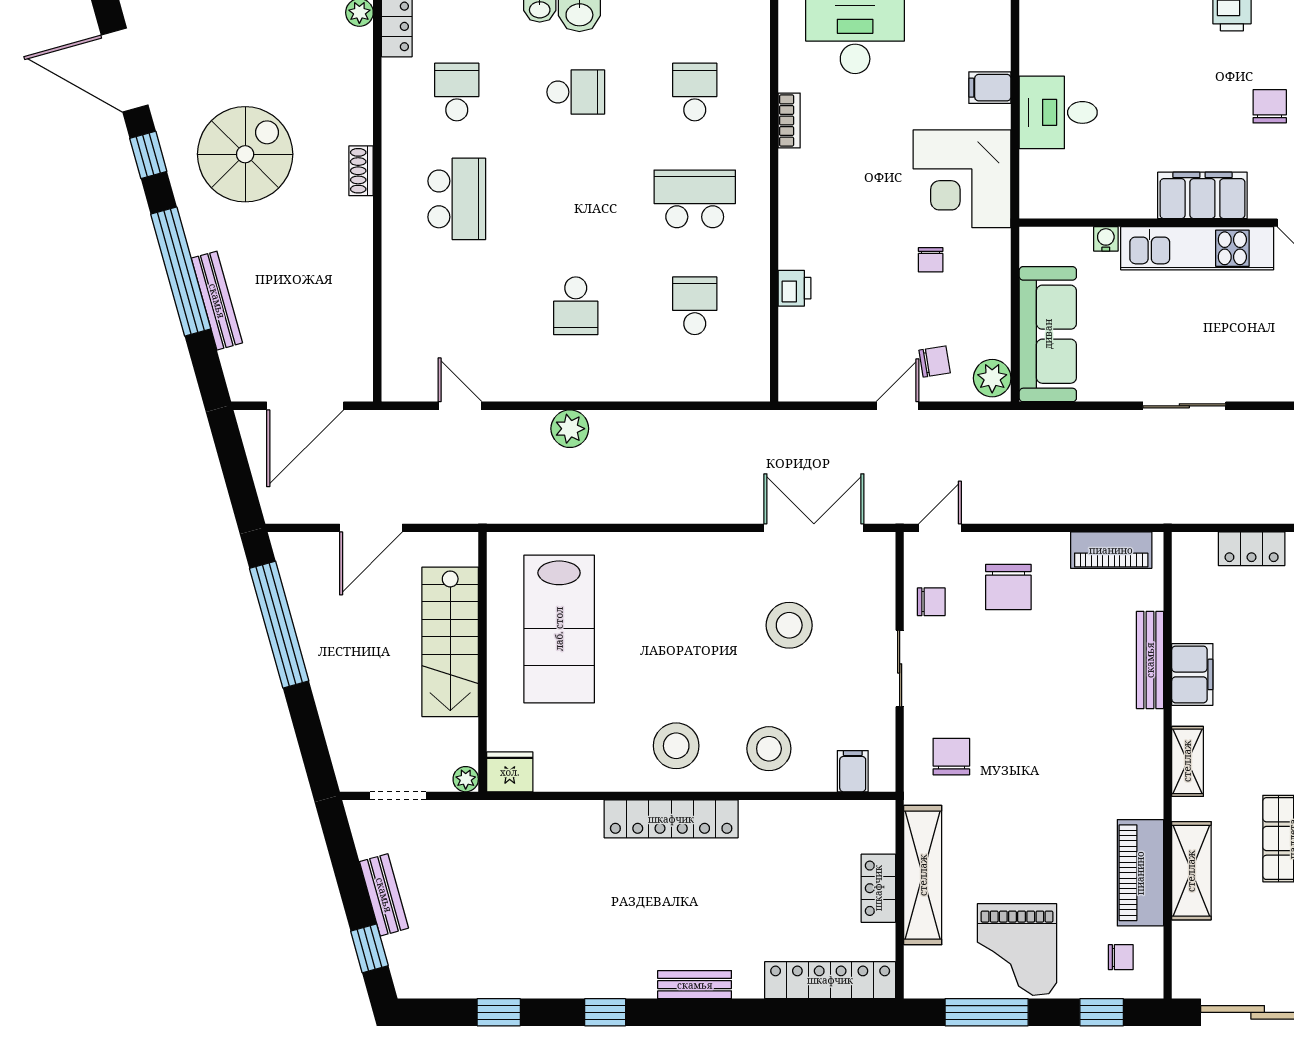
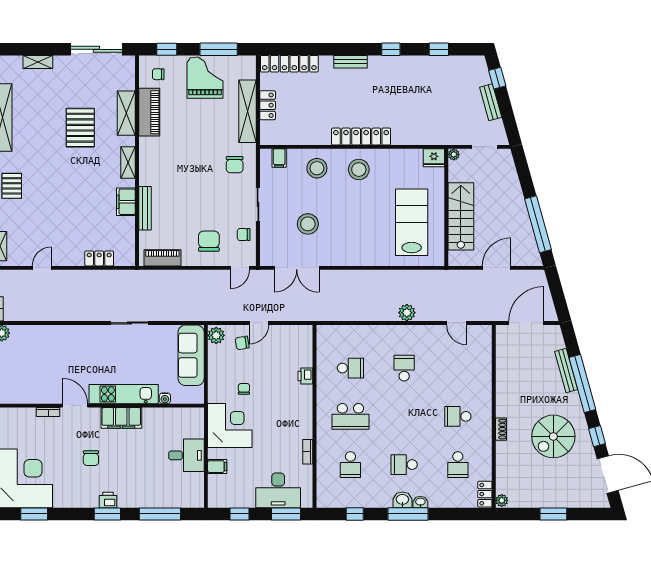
school desk: (457, 199) -> (458, 416), width x0.54
school desk: (695, 306) -> (350, 368), turned -90

